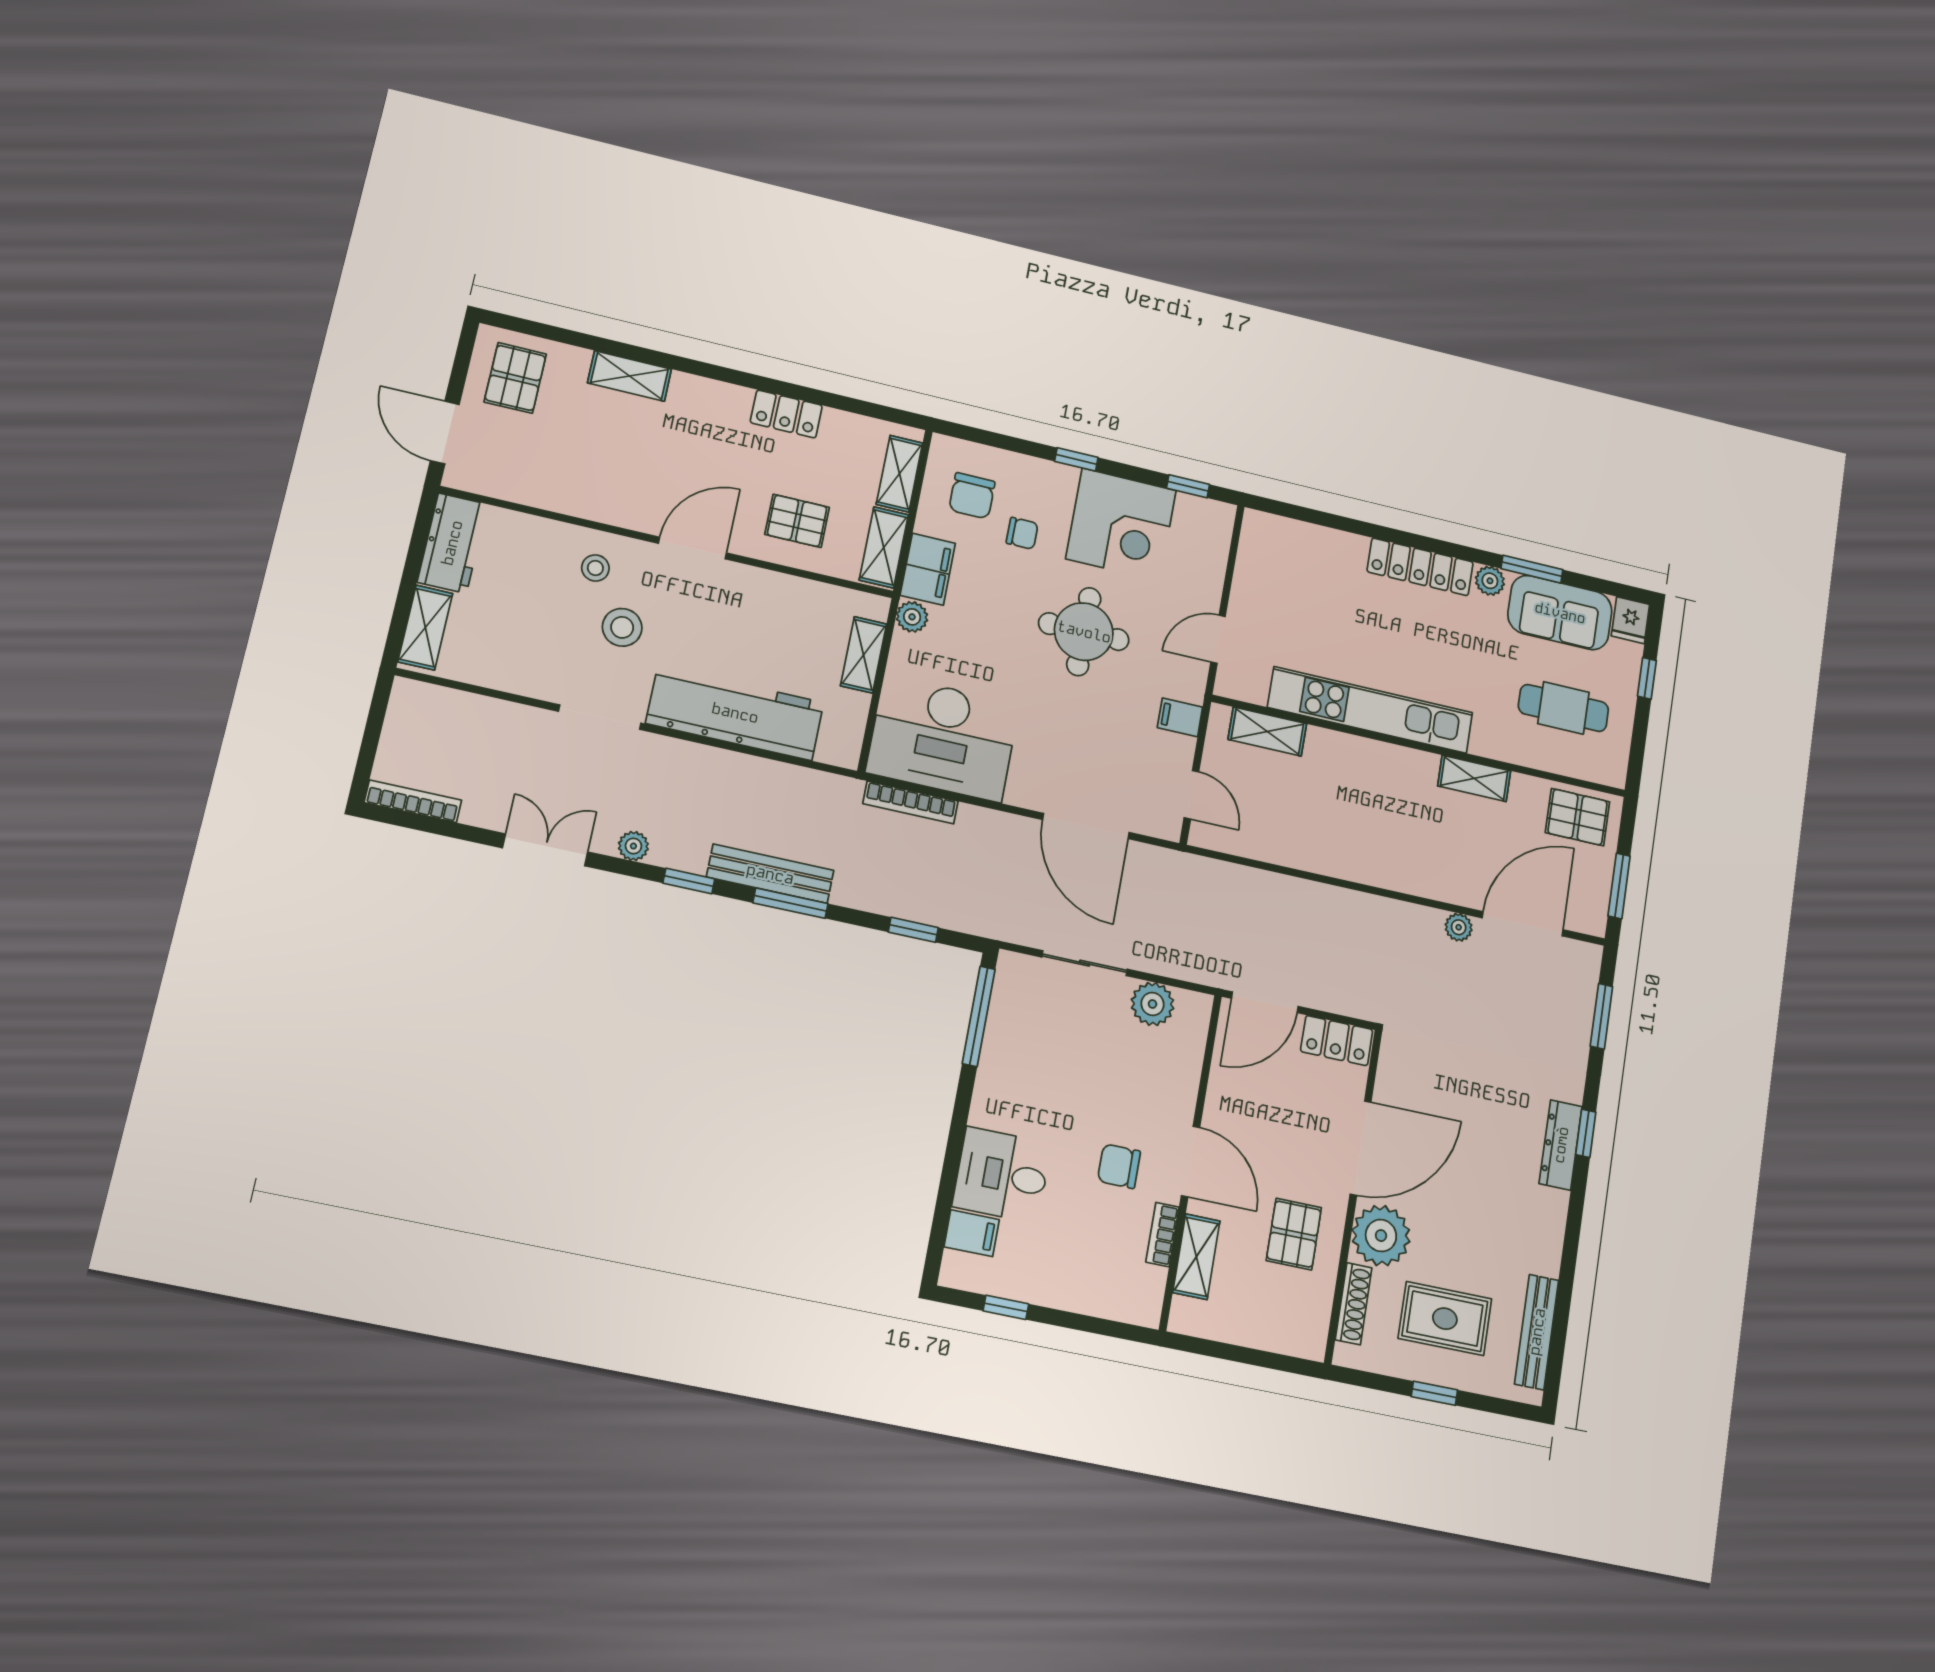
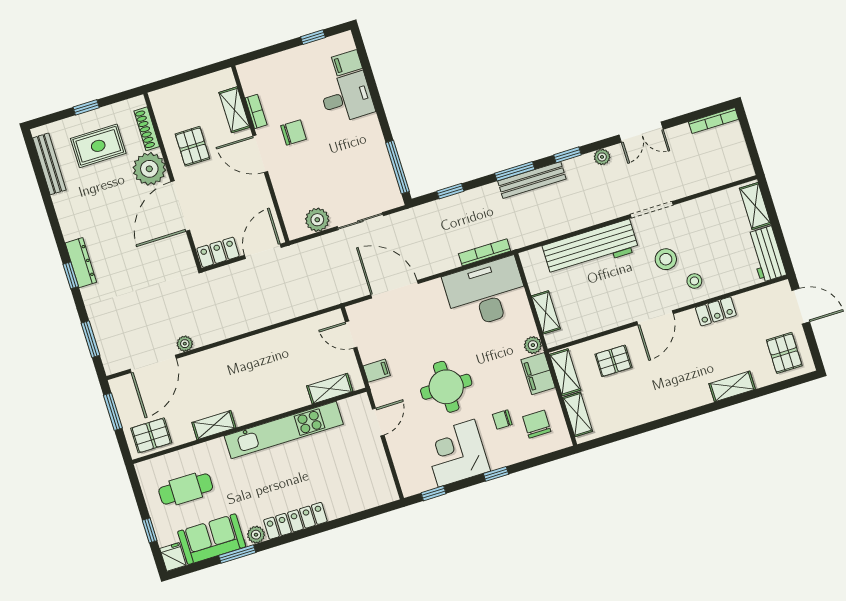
locker: (786, 414) -> (716, 311), moved, turned 180

